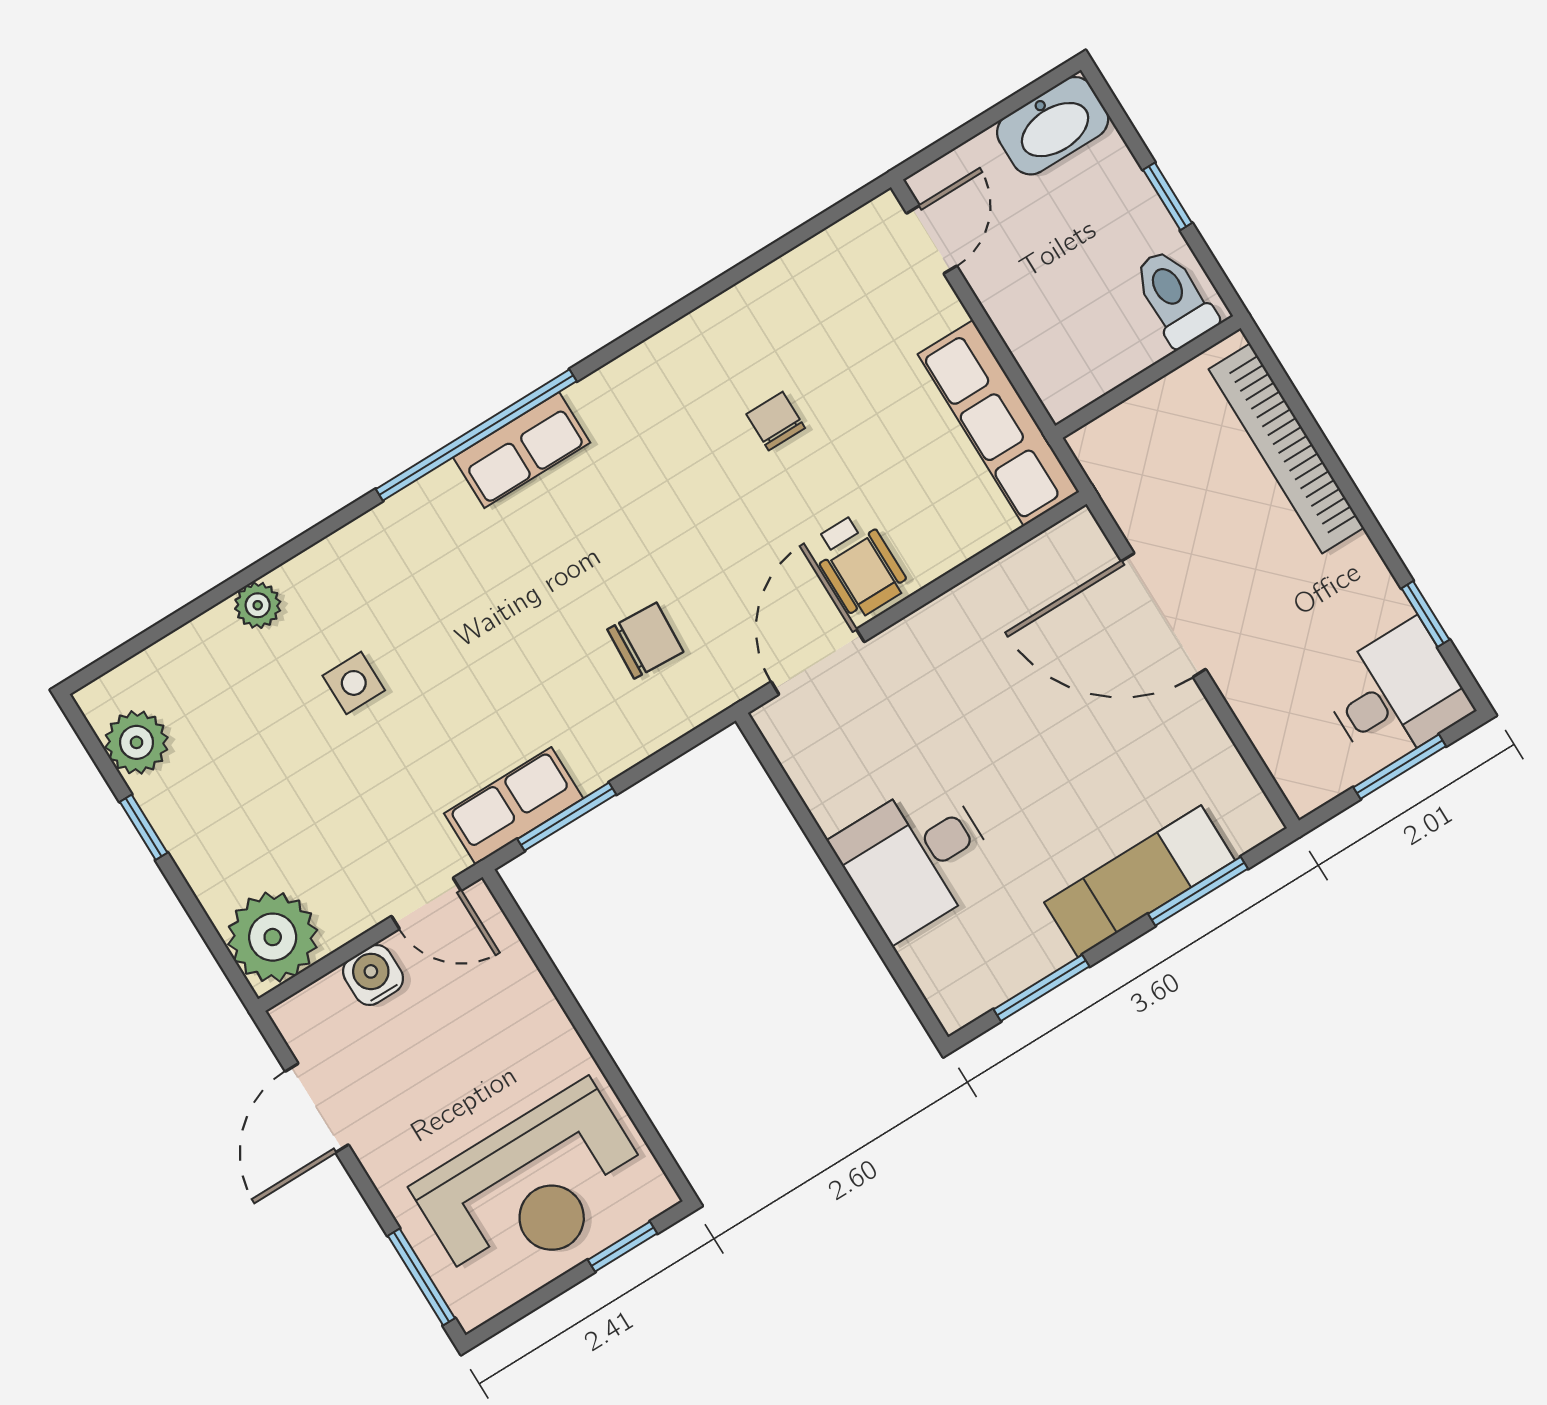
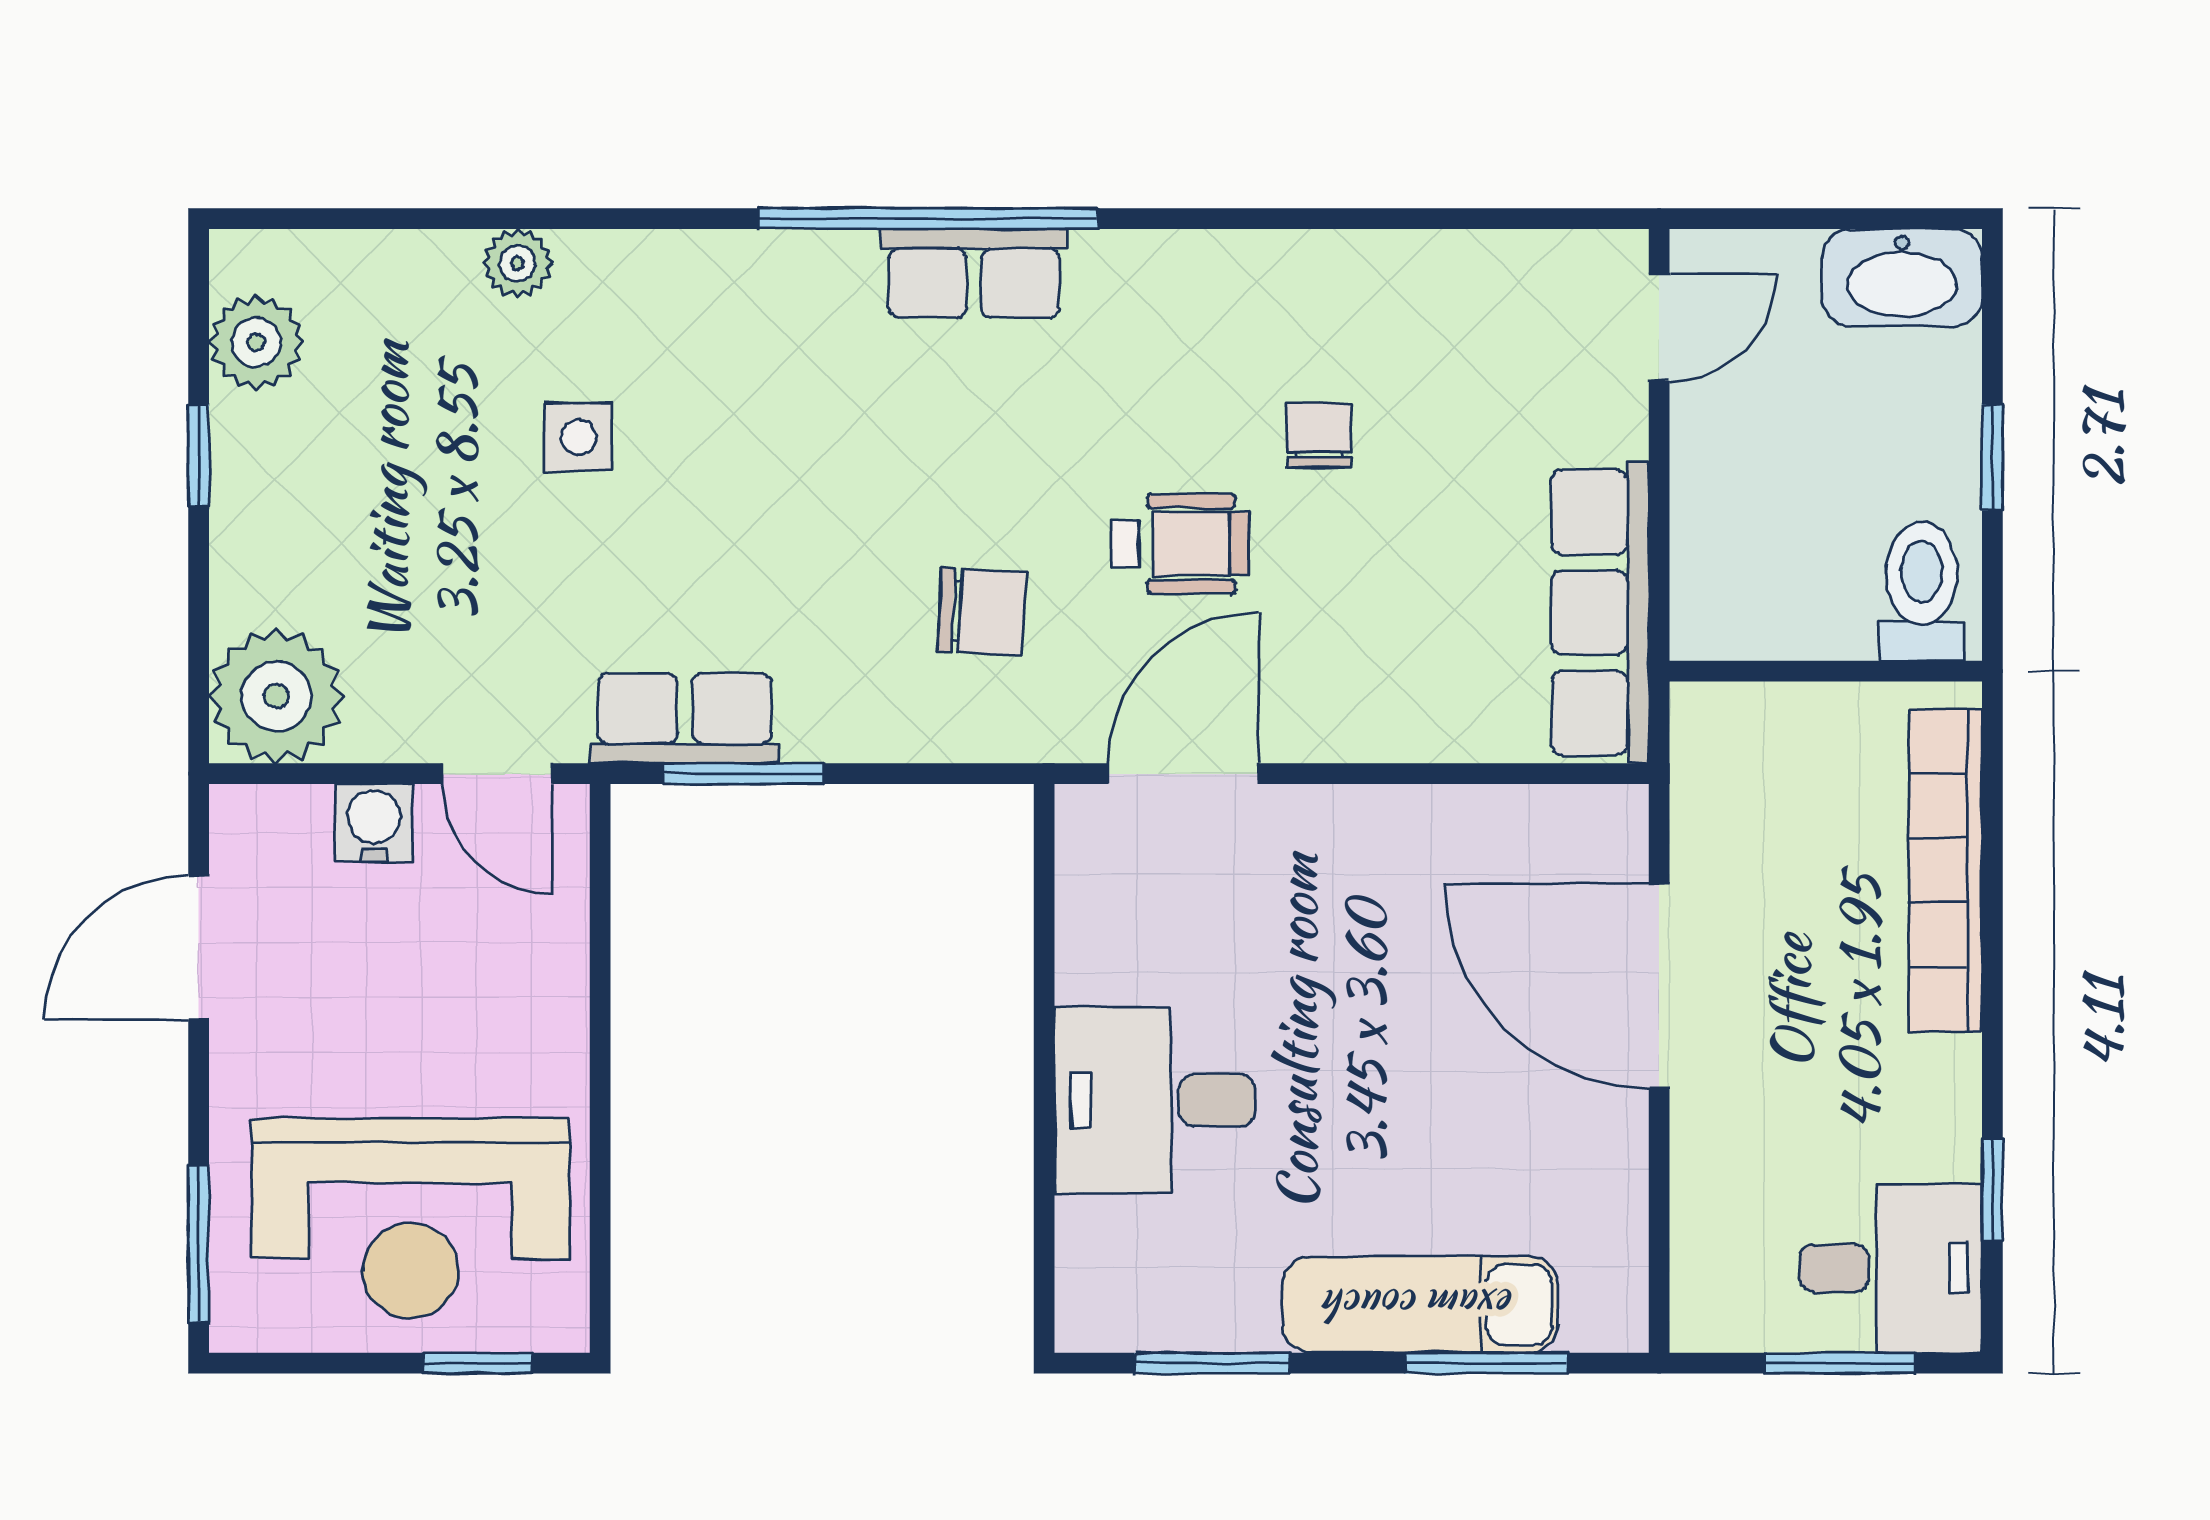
wheelchair: (859, 565) -> (1180, 544), moved, turned -90

